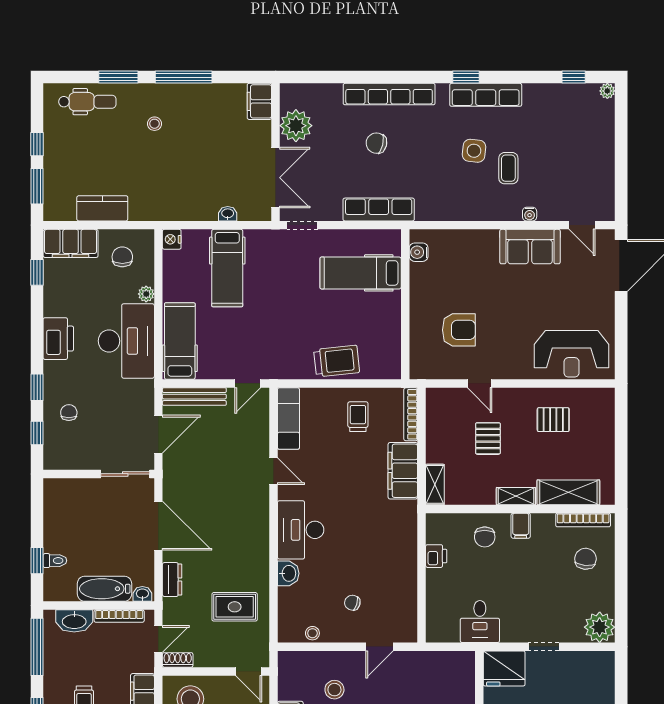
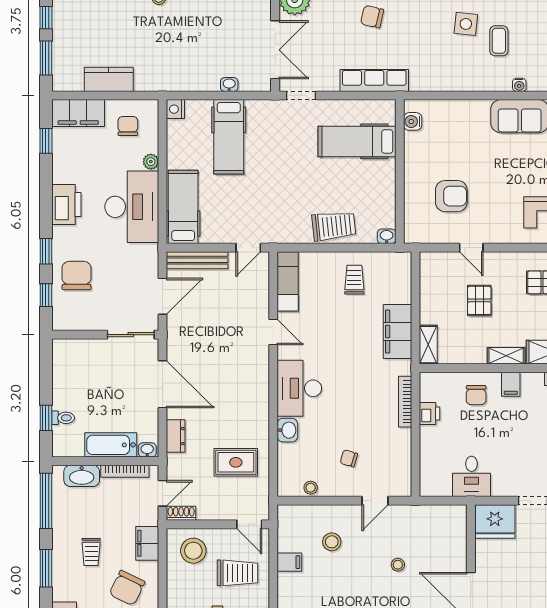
washbasin: (391, 372) -> (387, 236), added
chair: (69, 413) -> (77, 276), width x1.87, depth x1.87
bookcase: (411, 414) -> (405, 402), moved

